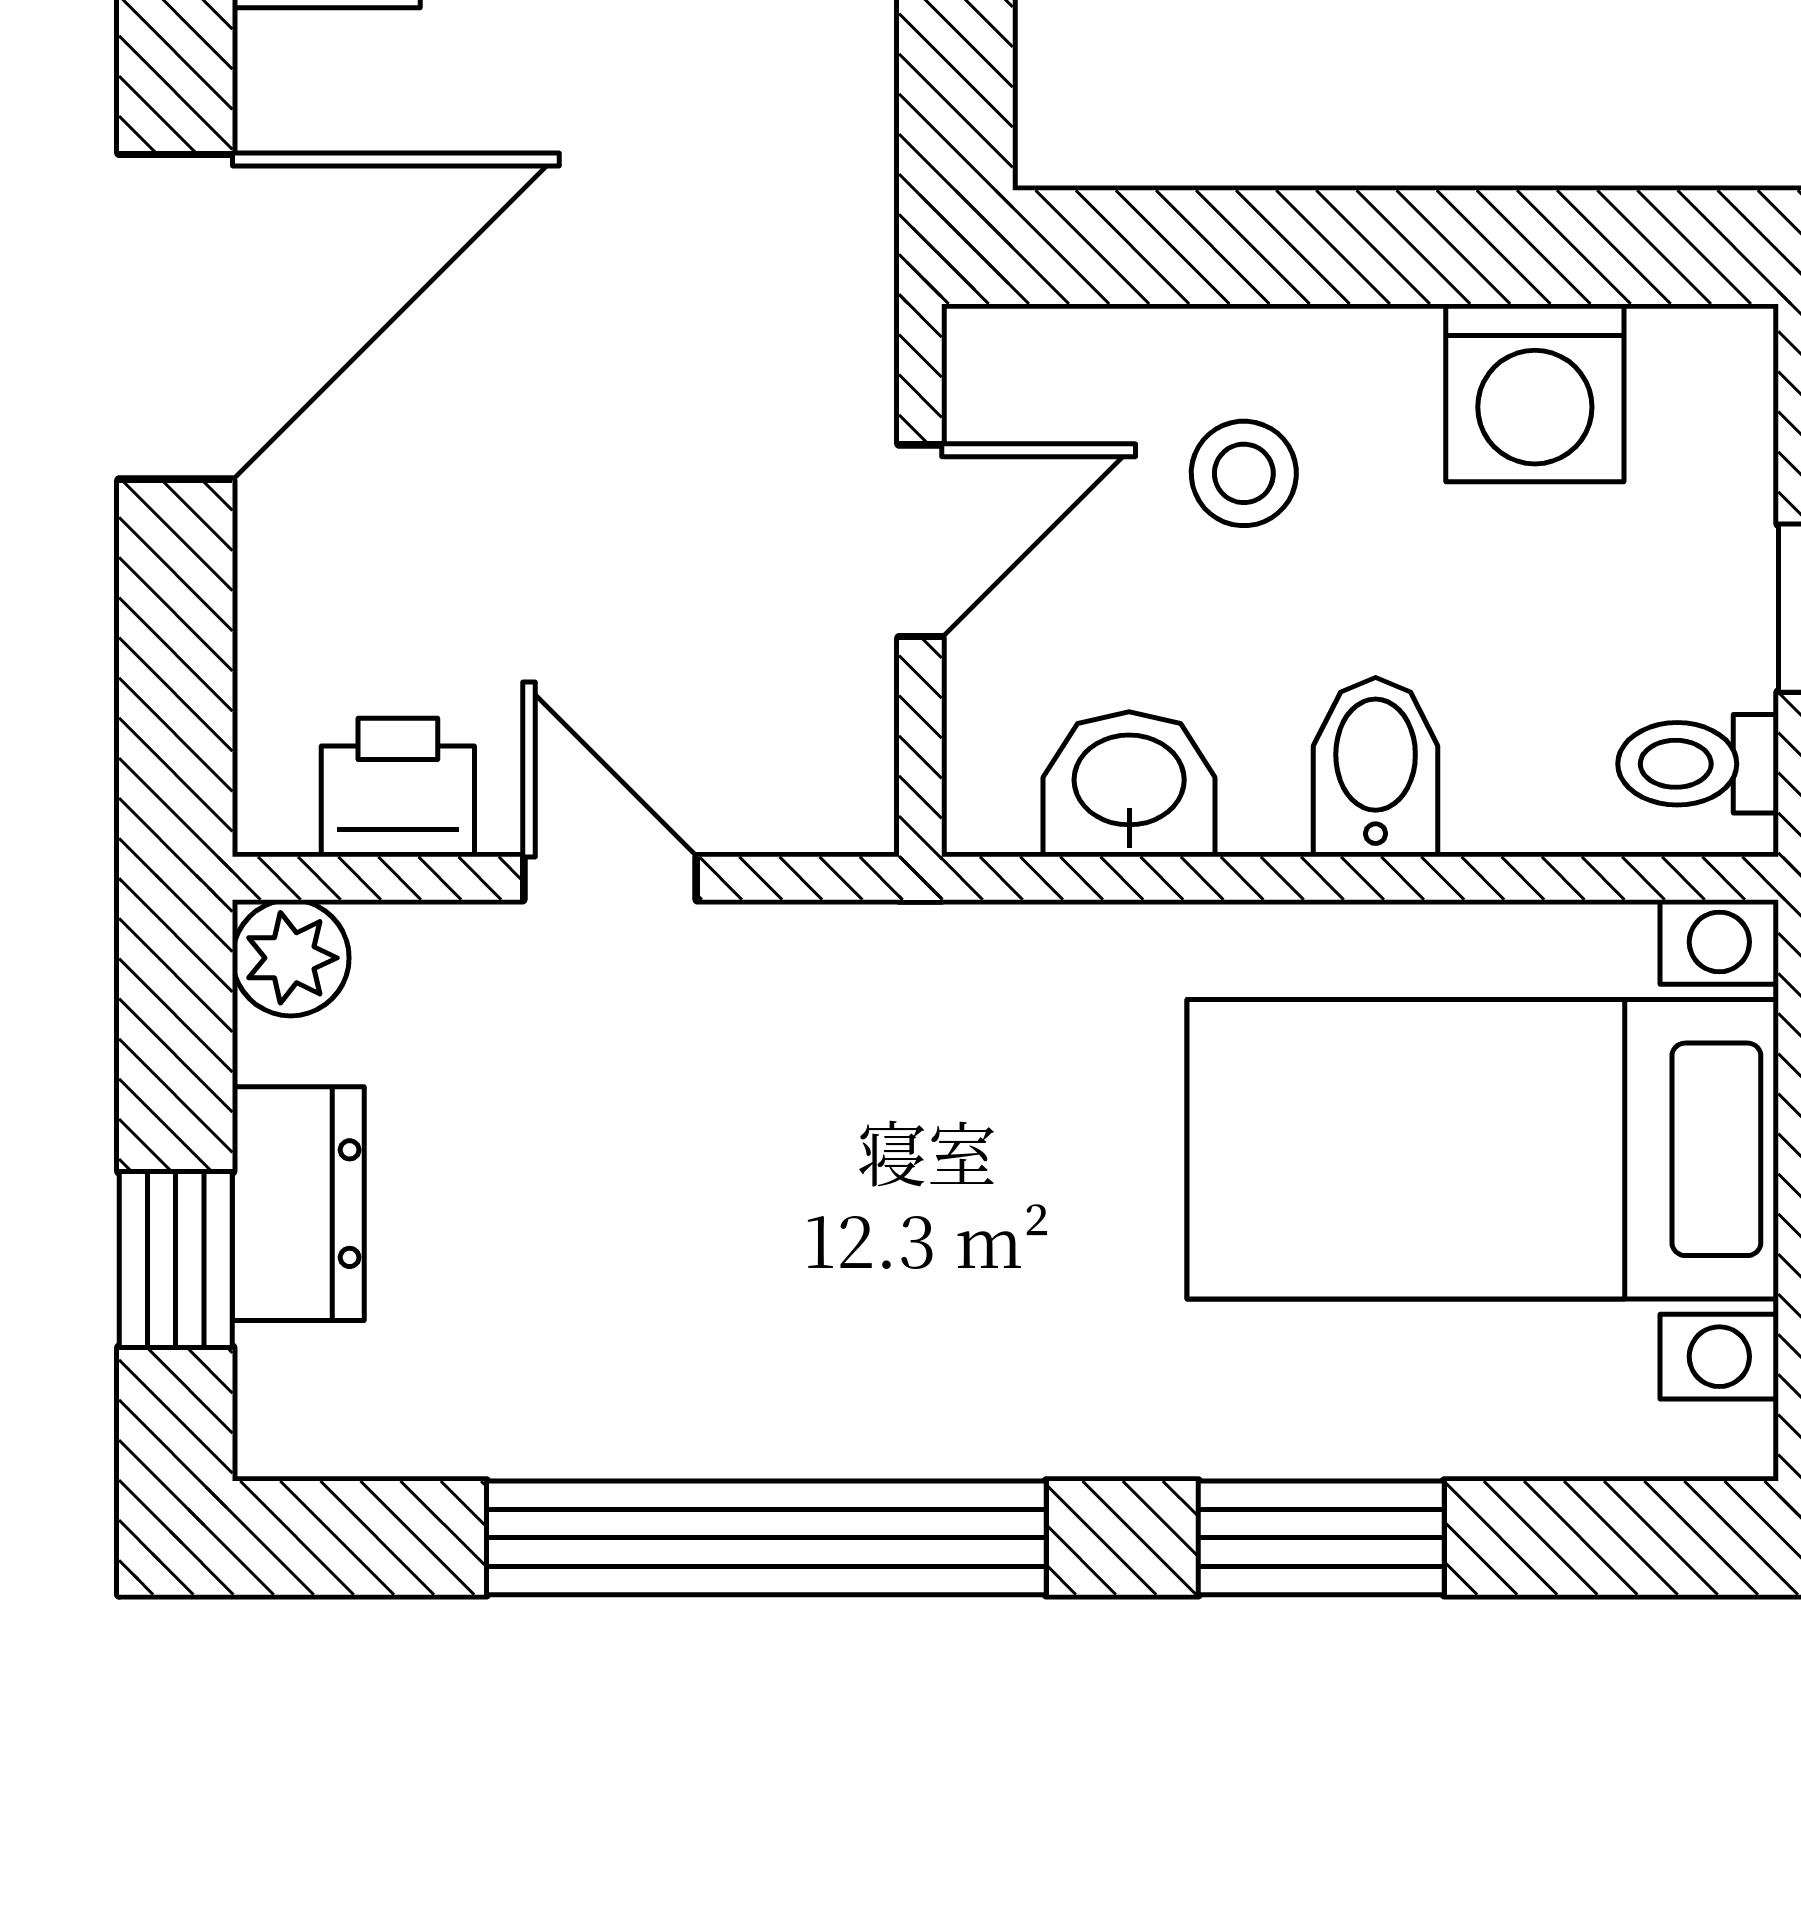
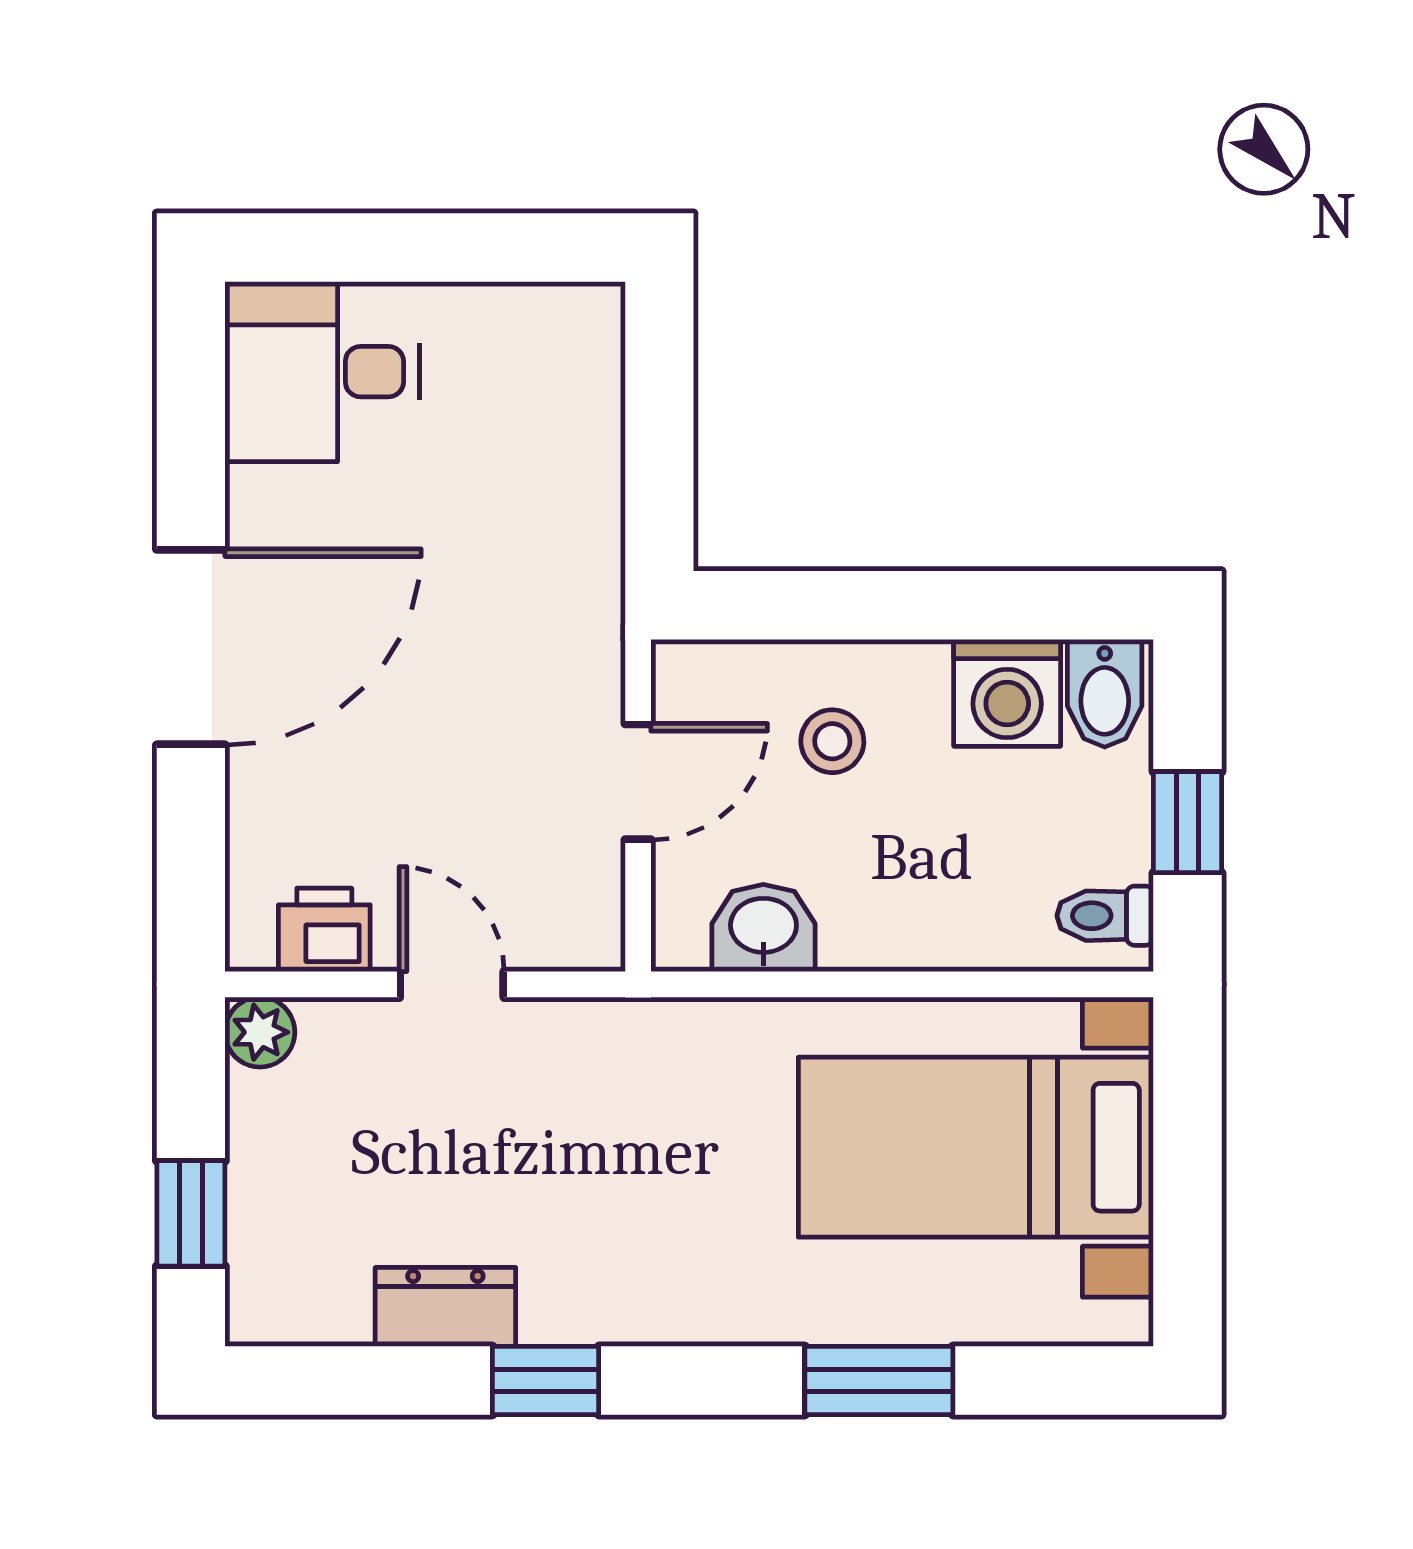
bidet: (1376, 767) -> (1105, 693), moved, turned 180
dresser: (298, 1204) -> (445, 1307), moved, turned -90
window: (766, 1538) -> (546, 1380), width x0.32

